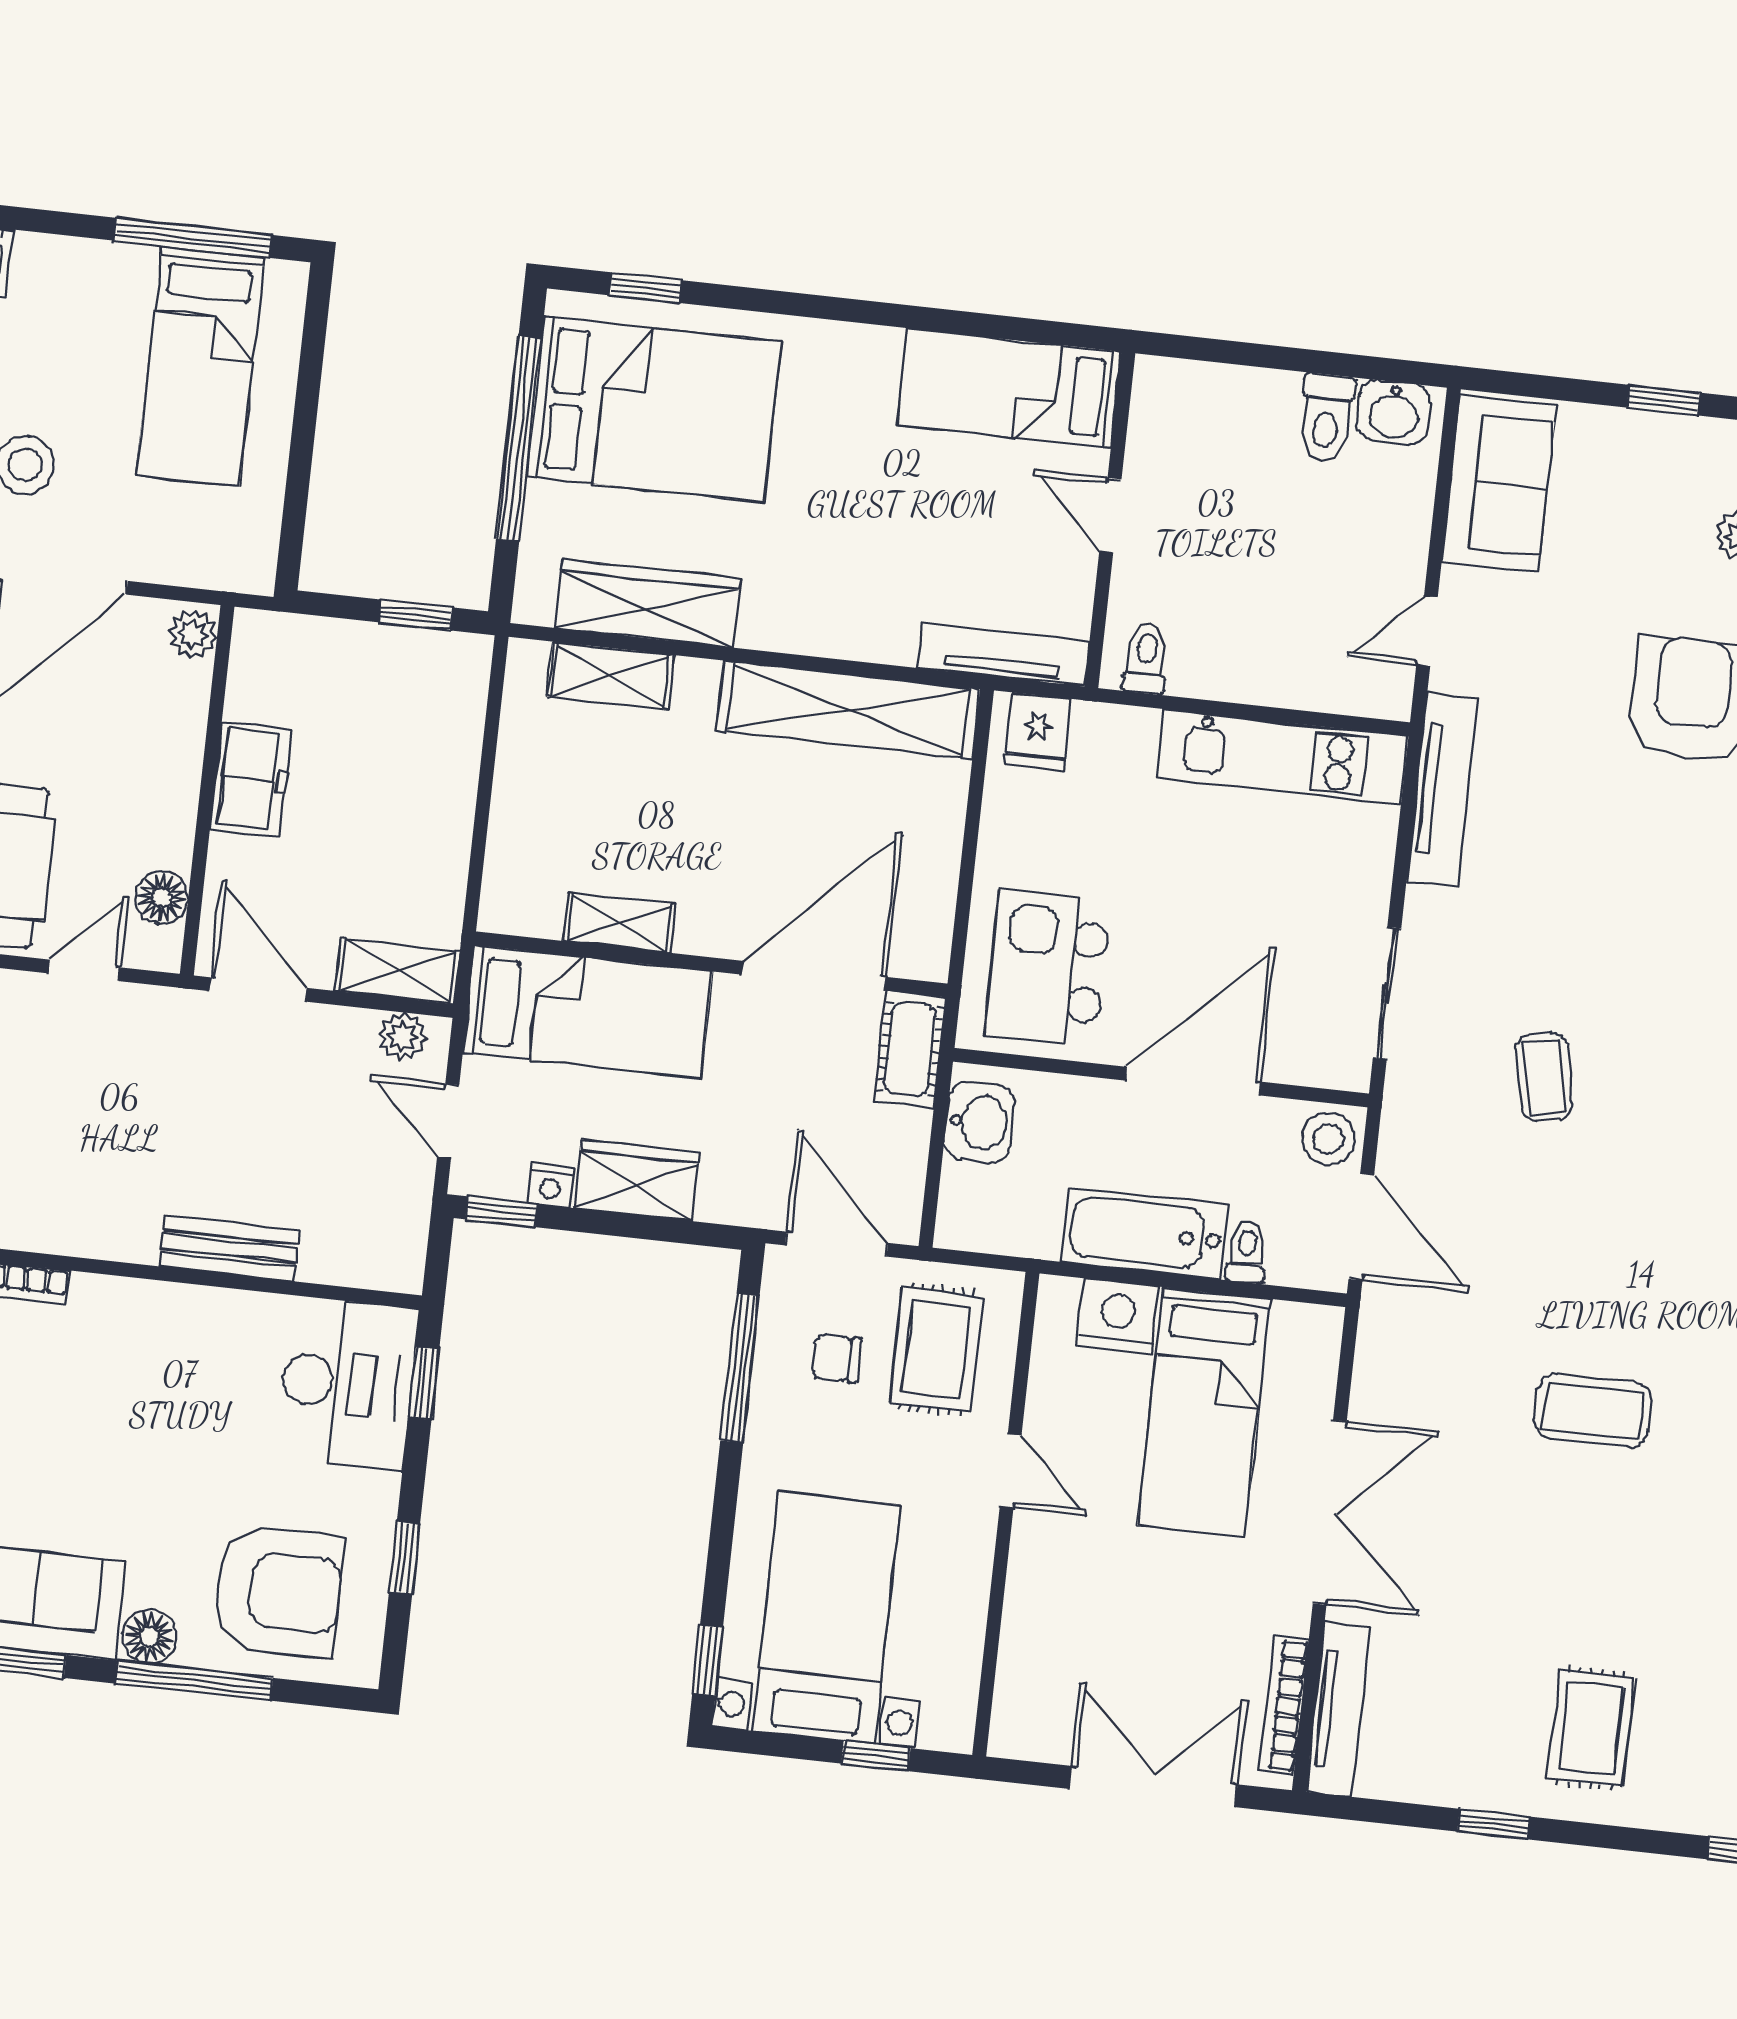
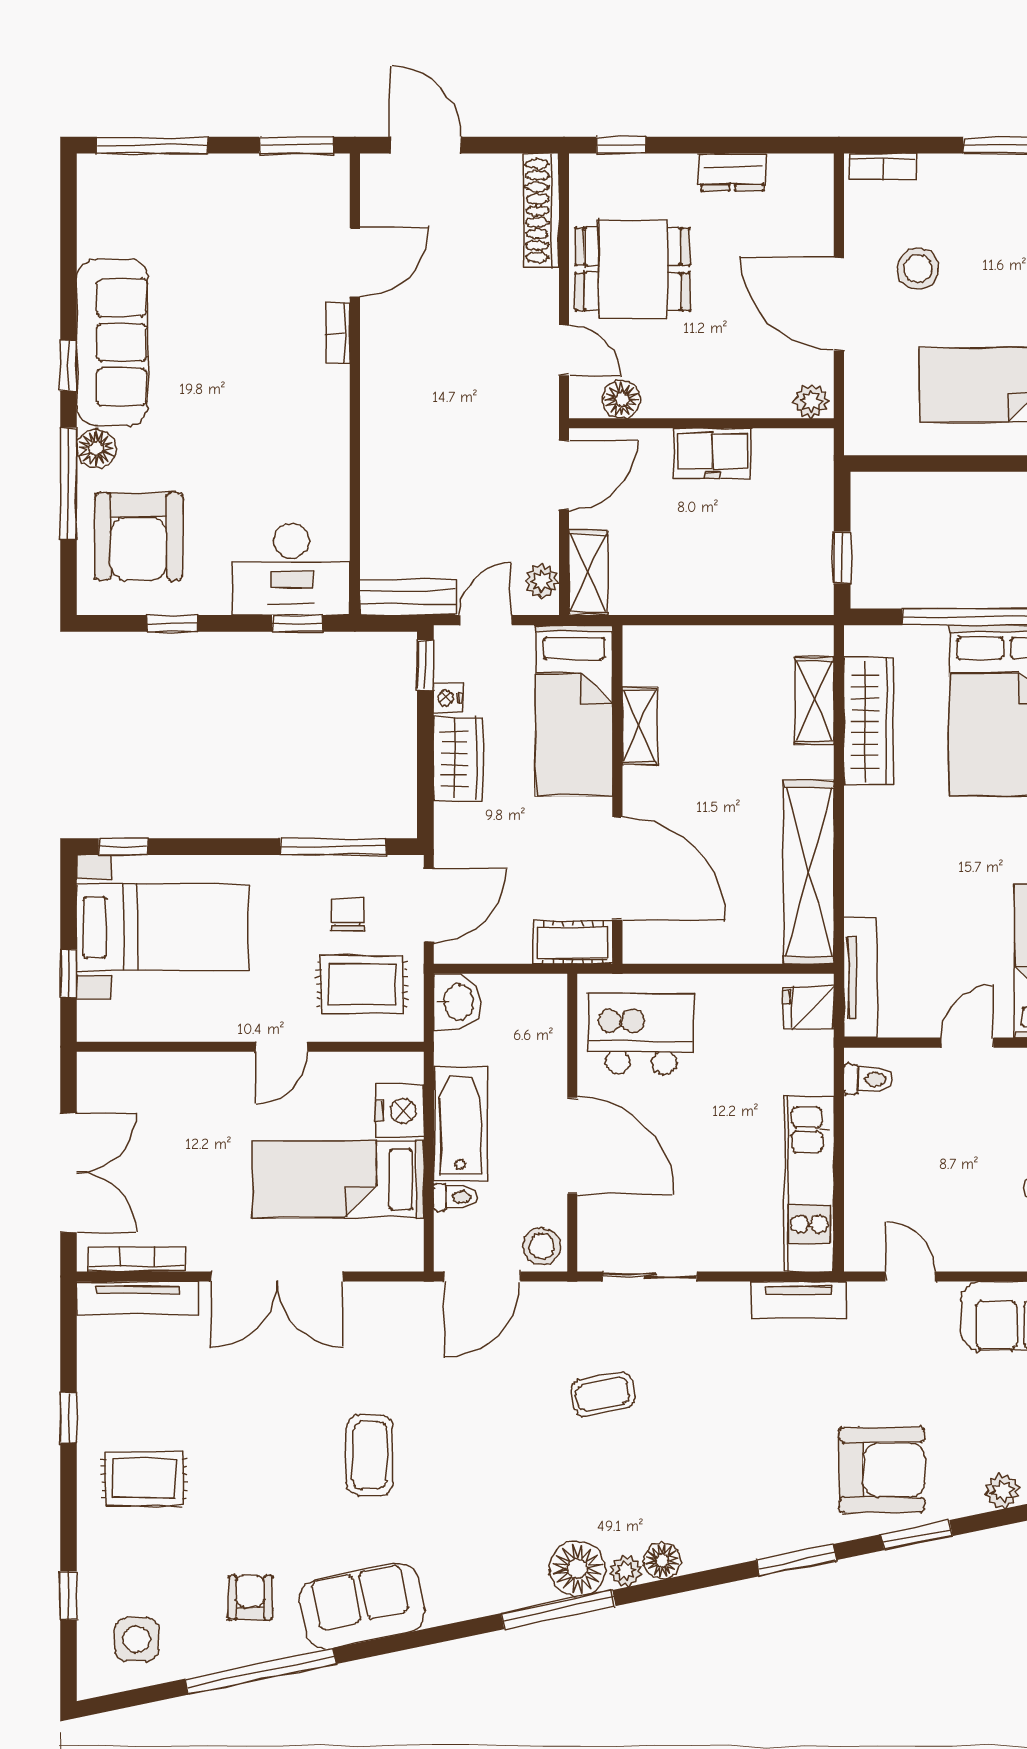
tv unit: (1442, 790) -> (799, 1300), width x0.71
washbasin: (980, 1122) -> (457, 1002), moved, turned -90
bench: (230, 1248) -> (408, 597), moved, turned 90

